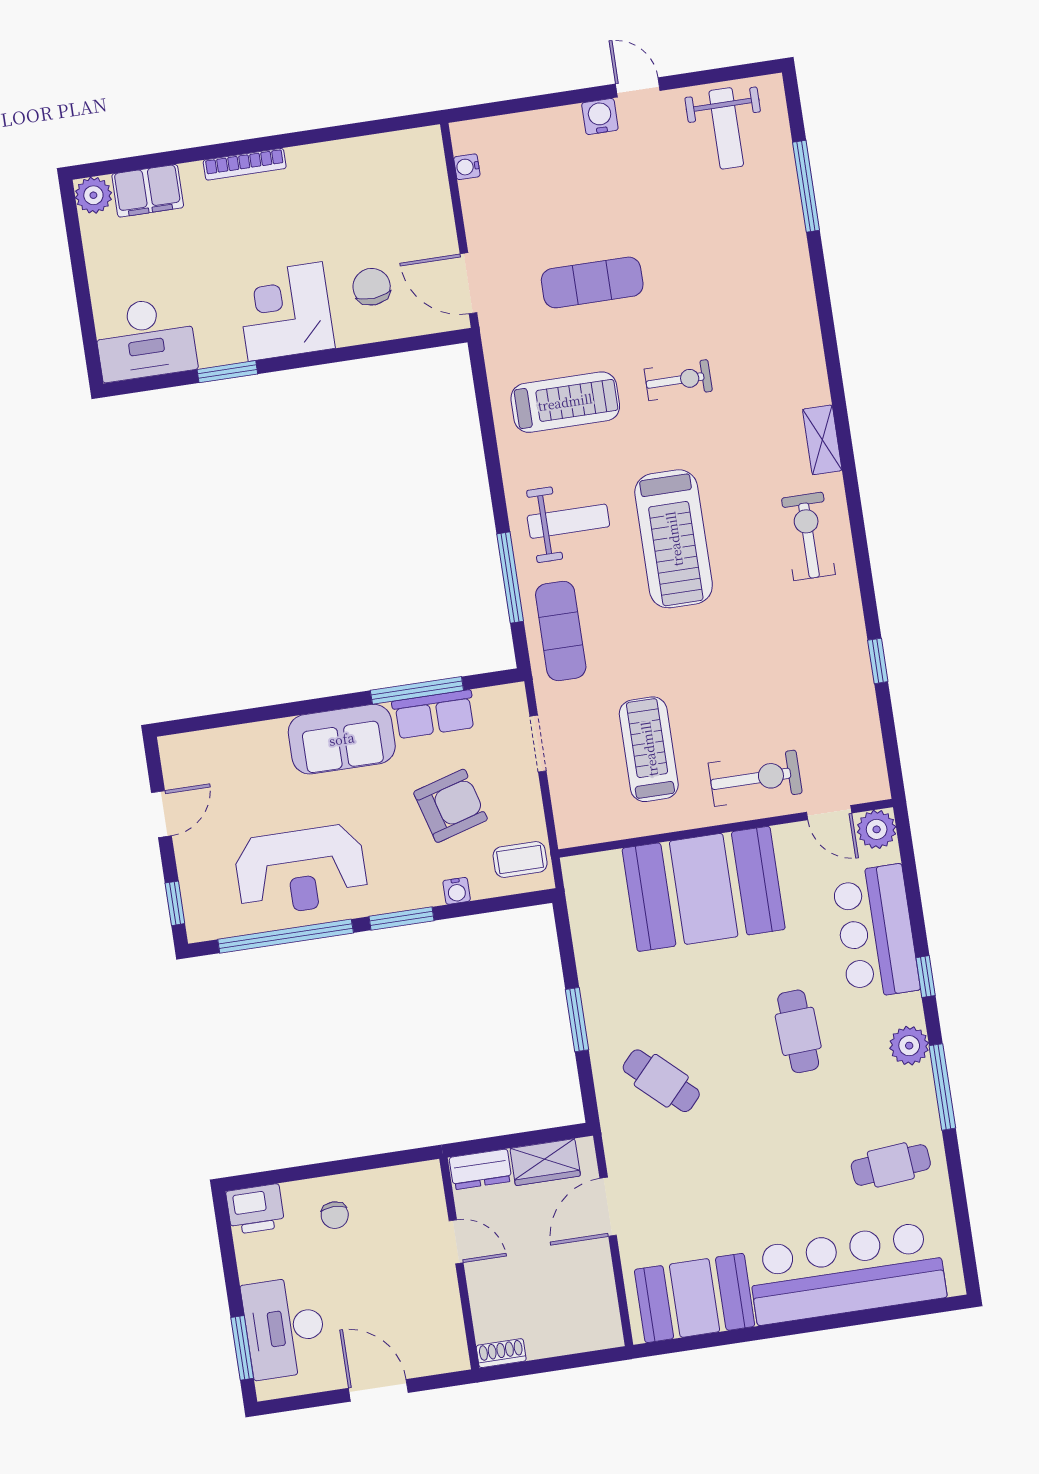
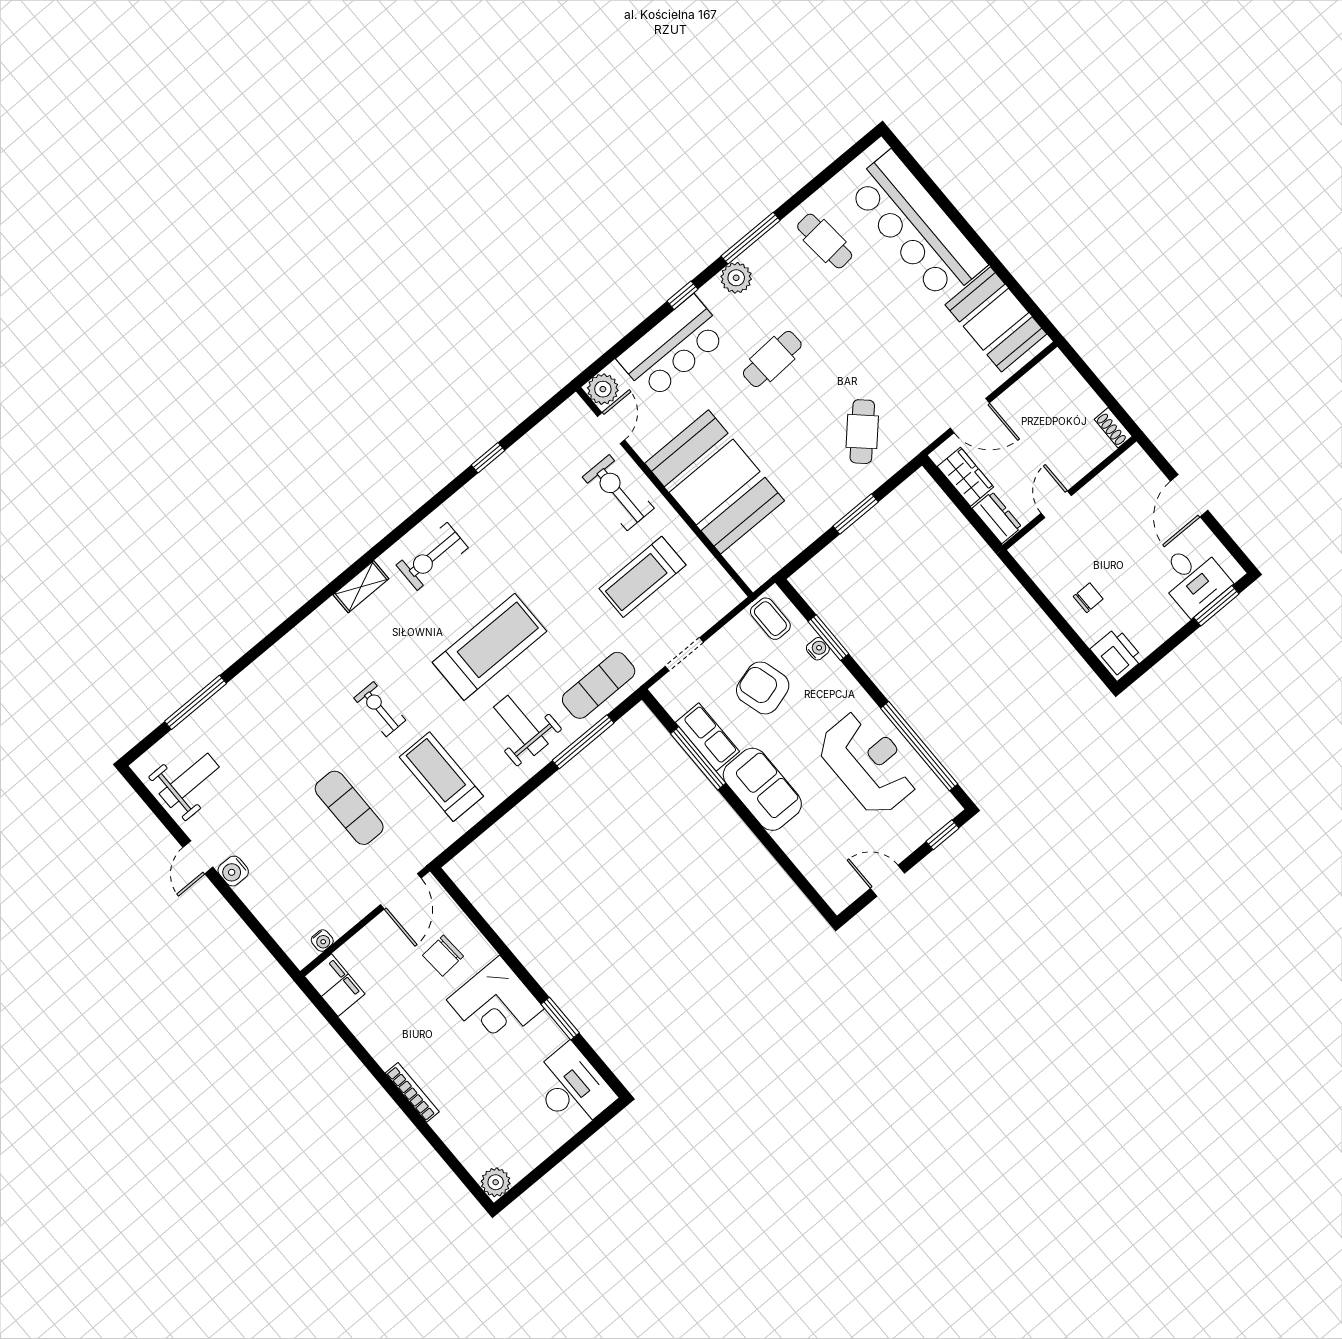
filing cabinet: (148, 191) -> (335, 985), moved
window: (401, 919) -> (828, 638), moved
desk: (285, 1328) -> (1193, 579), width x0.73

